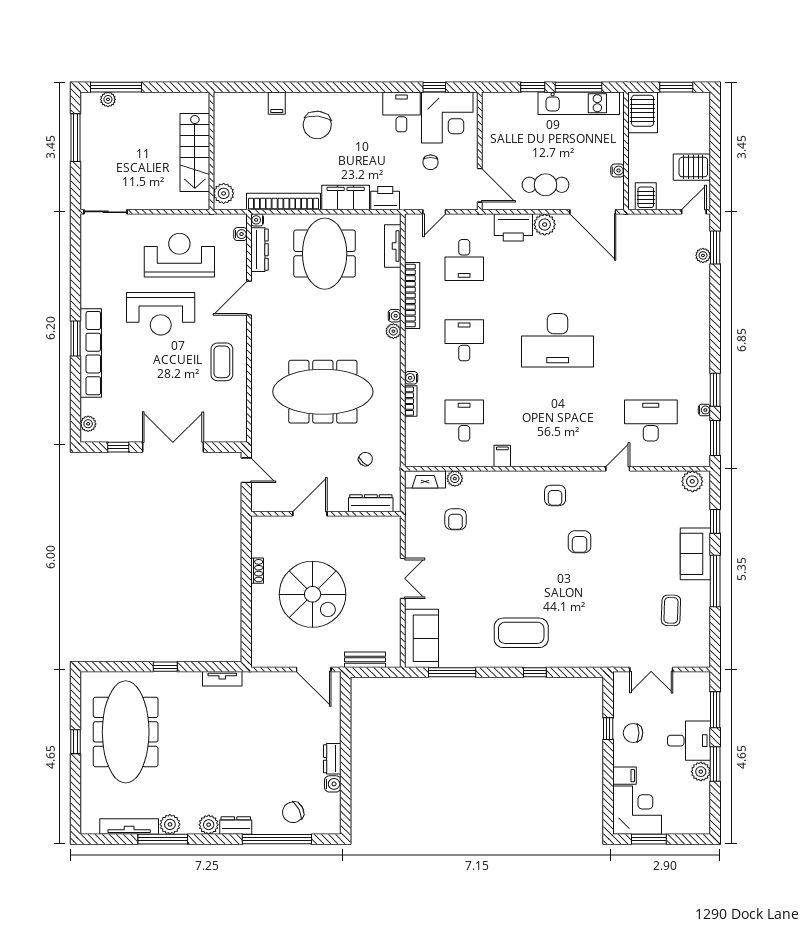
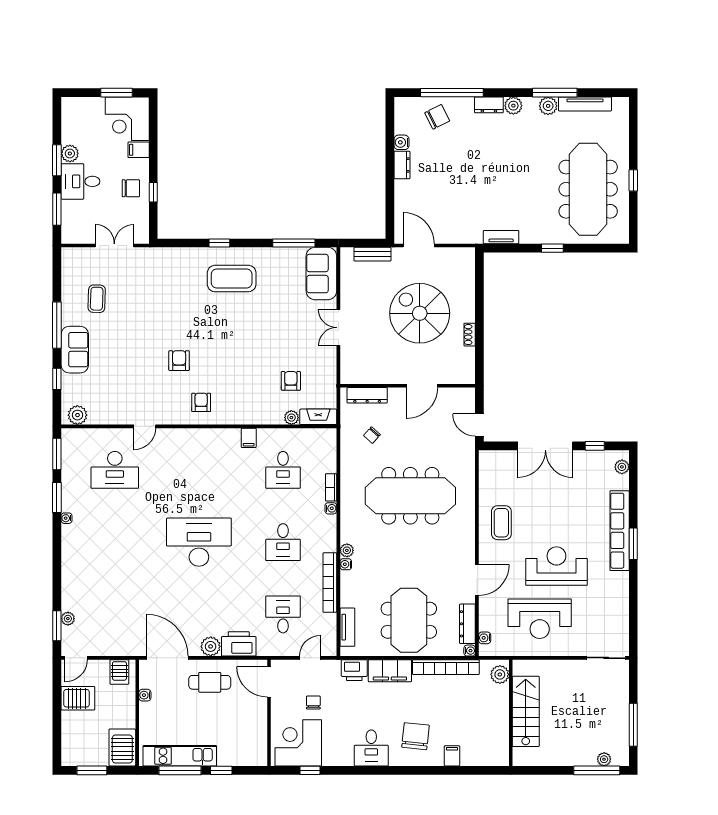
desk: (401, 112) -> (371, 748), moved
water cooler: (704, 410) -> (67, 518), moved

